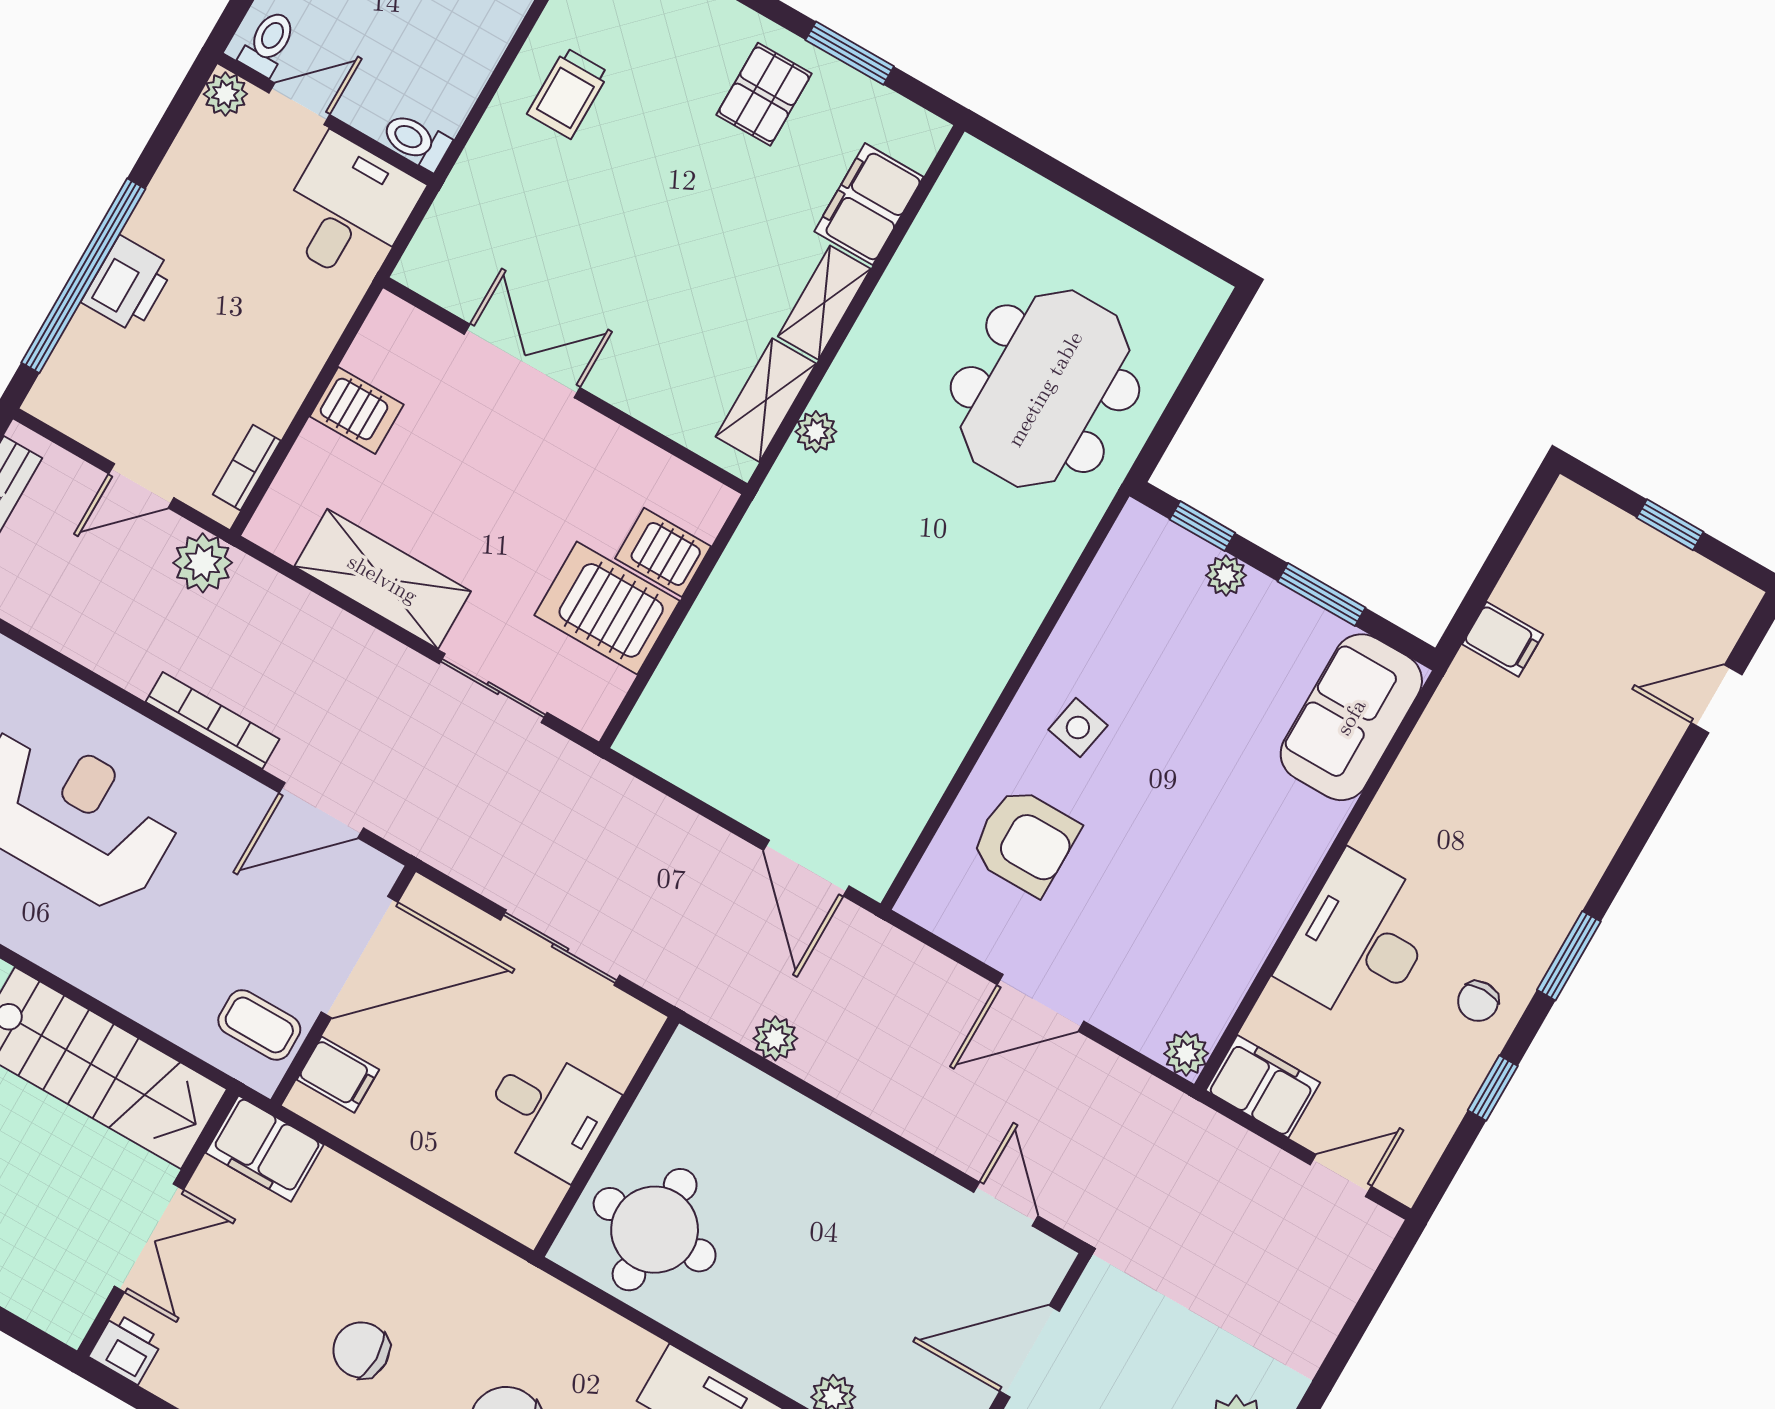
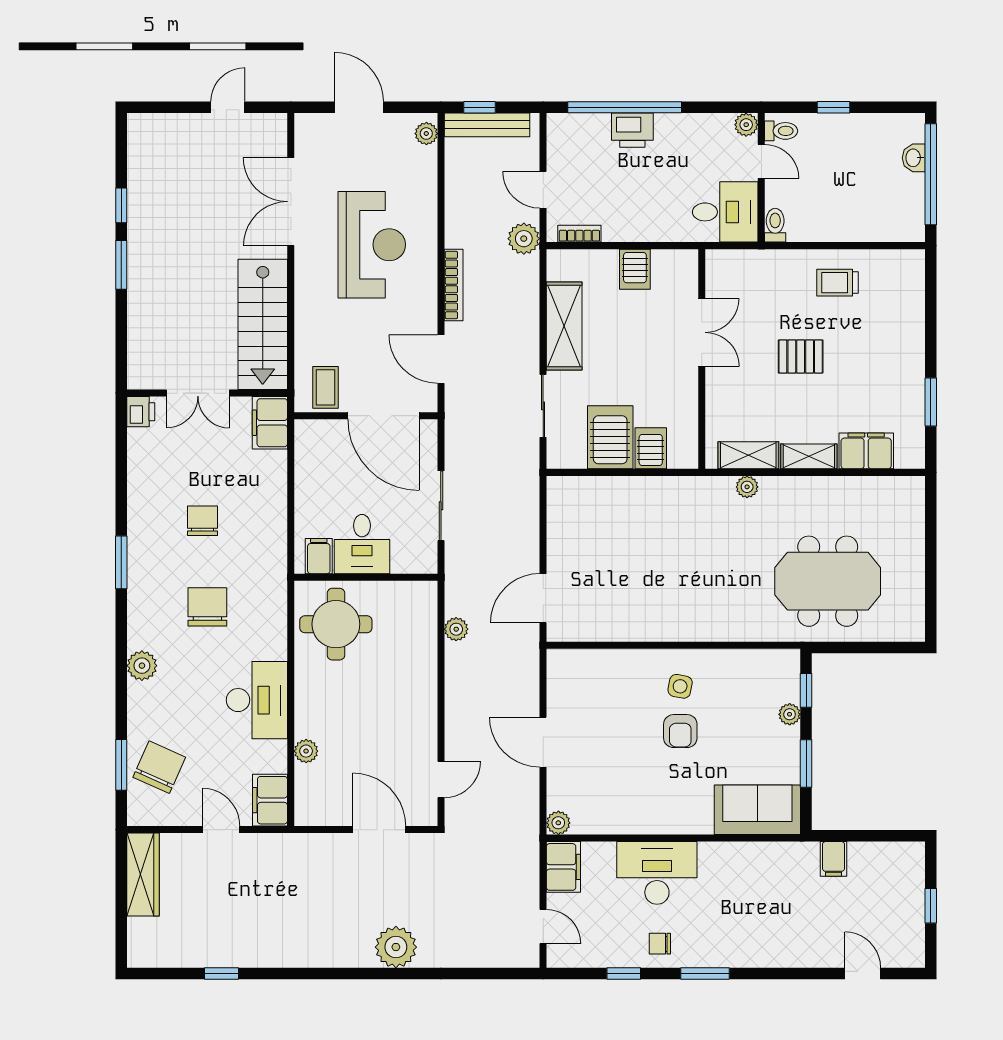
pallet: (764, 94) -> (801, 356), moved
armchair: (1025, 841) -> (680, 731), moved, width x0.72, depth x0.72
filing cabinet: (338, 1075) -> (319, 556), moved, turned 180

